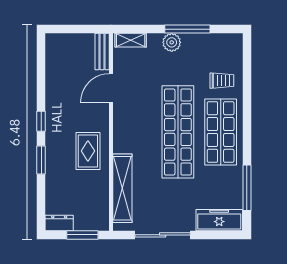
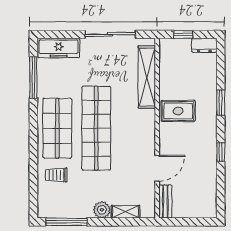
window: (187, 29) -> (67, 222), moved
shelving: (131, 40) -> (126, 212), moved
window: (41, 121) -> (221, 152), moved
rug: (88, 151) -> (178, 111), turned 90
window: (82, 235) -> (183, 34), width x0.67

